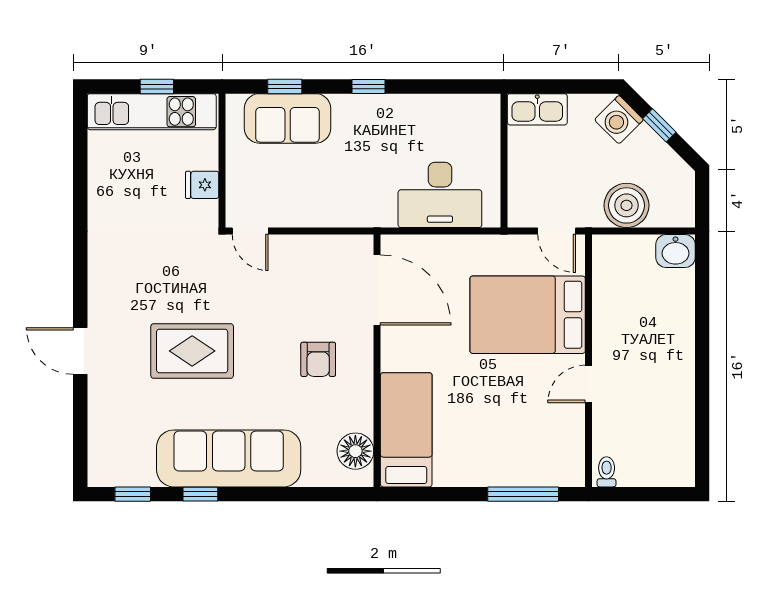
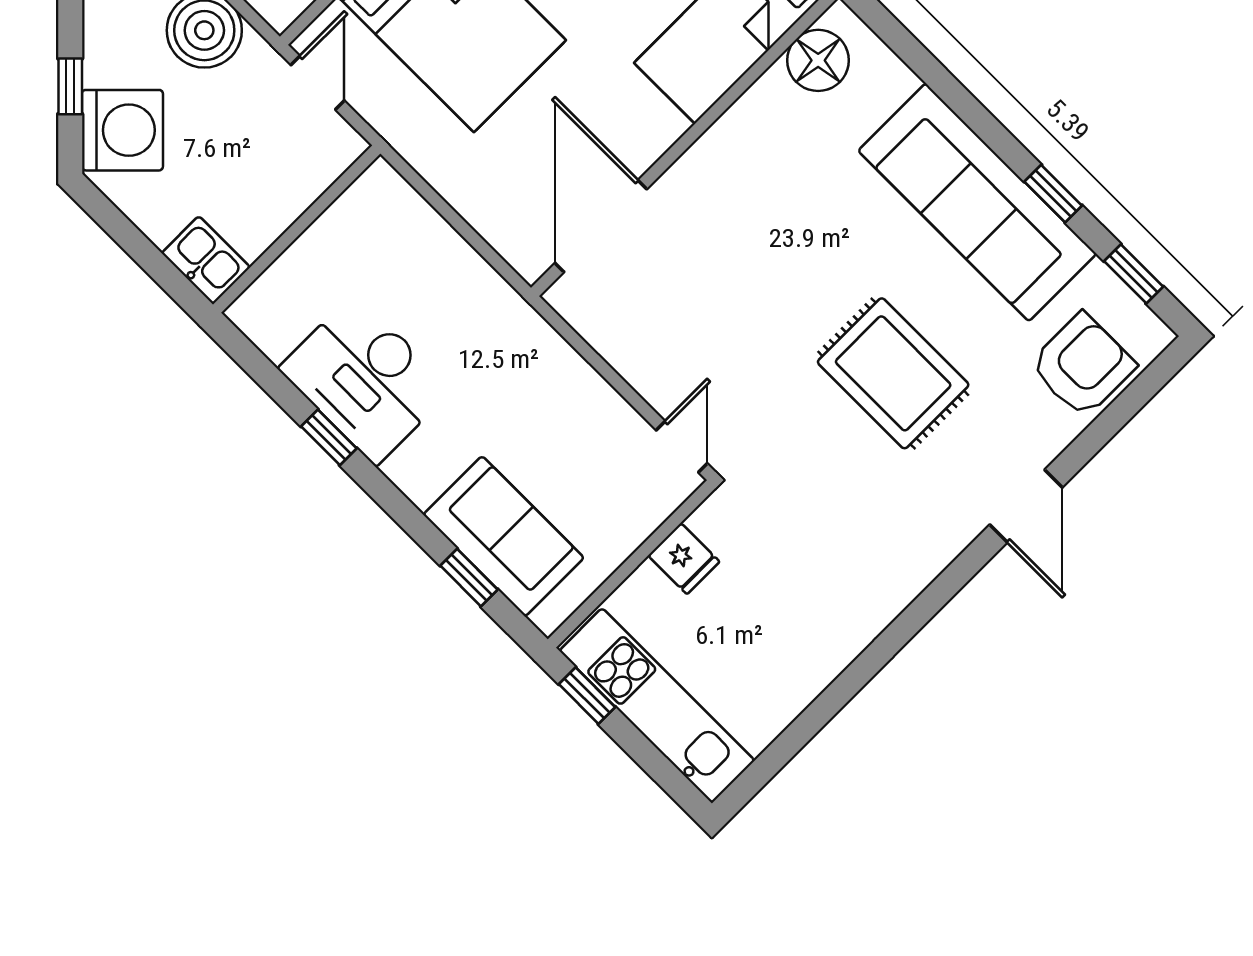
window: (157, 86) -> (587, 696), moved
window: (368, 86) -> (329, 437), moved
kitchen sink: (537, 109) -> (206, 260), width x0.73
washing machine: (619, 120) -> (122, 130), width x1.37, depth x1.37
desk: (440, 195) -> (365, 379), moved, turned 180
armchair: (318, 359) -> (1082, 365), moved, width x1.38, depth x1.38

